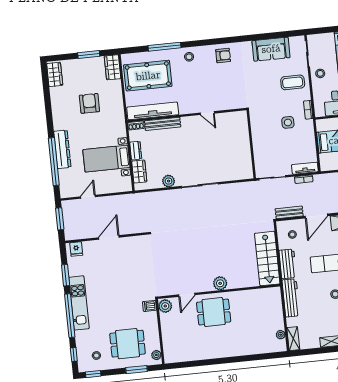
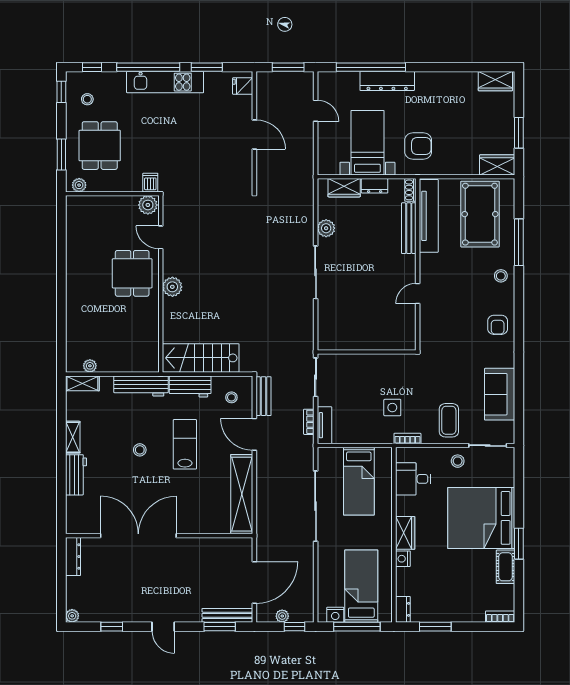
armchair: (89, 103) -> (418, 146), moved

